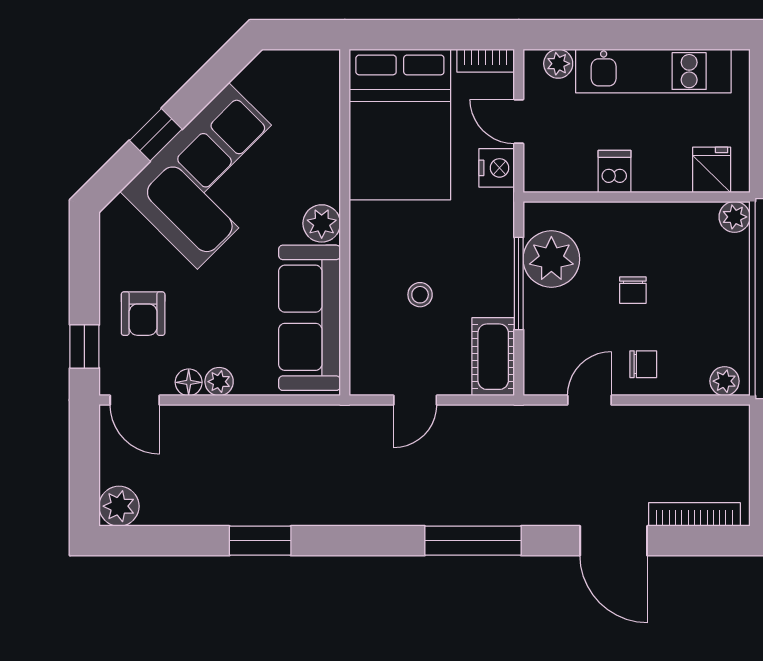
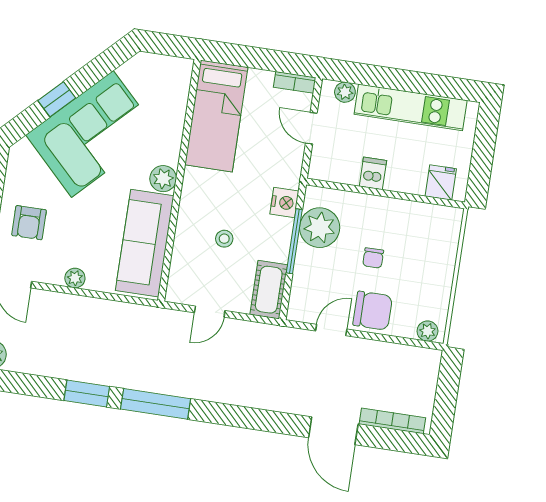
bed: (400, 124) -> (216, 116), width x0.67
nightstand: (497, 168) -> (284, 203), moved
plant: (735, 217) -> (452, 218), removed
chair: (643, 364) -> (373, 311), width x1.87, depth x1.87
floor lamp: (189, 382) -> (54, 275), removed
window: (473, 541) -> (156, 404), moved

